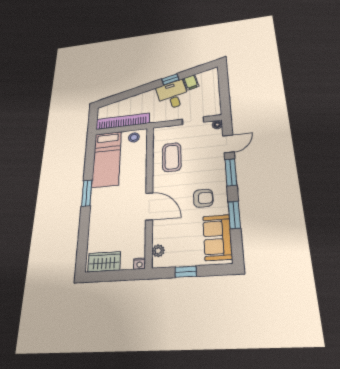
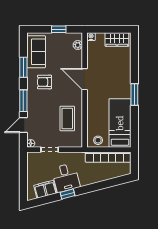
filing cabinet: (191, 82) -> (45, 189), width x2.00

